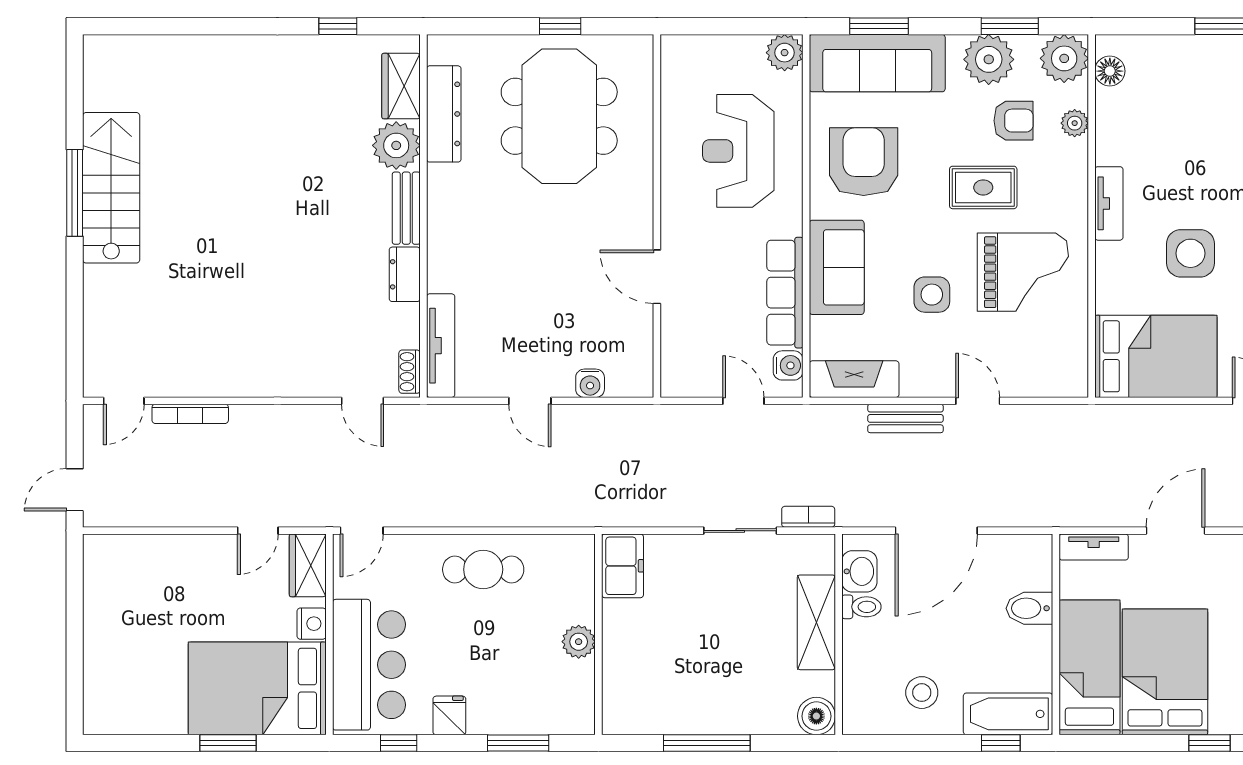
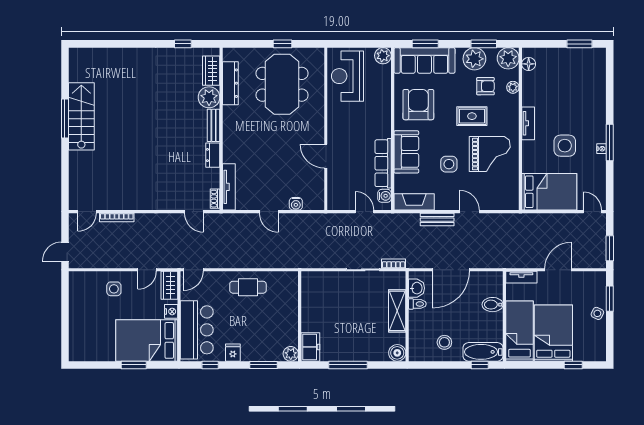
reception desk: (738, 151) -> (347, 76), moved
freezer: (623, 566) -> (310, 347), moved
side table: (184, 573) -> (114, 289), added
plant: (579, 642) -> (291, 354), moved

